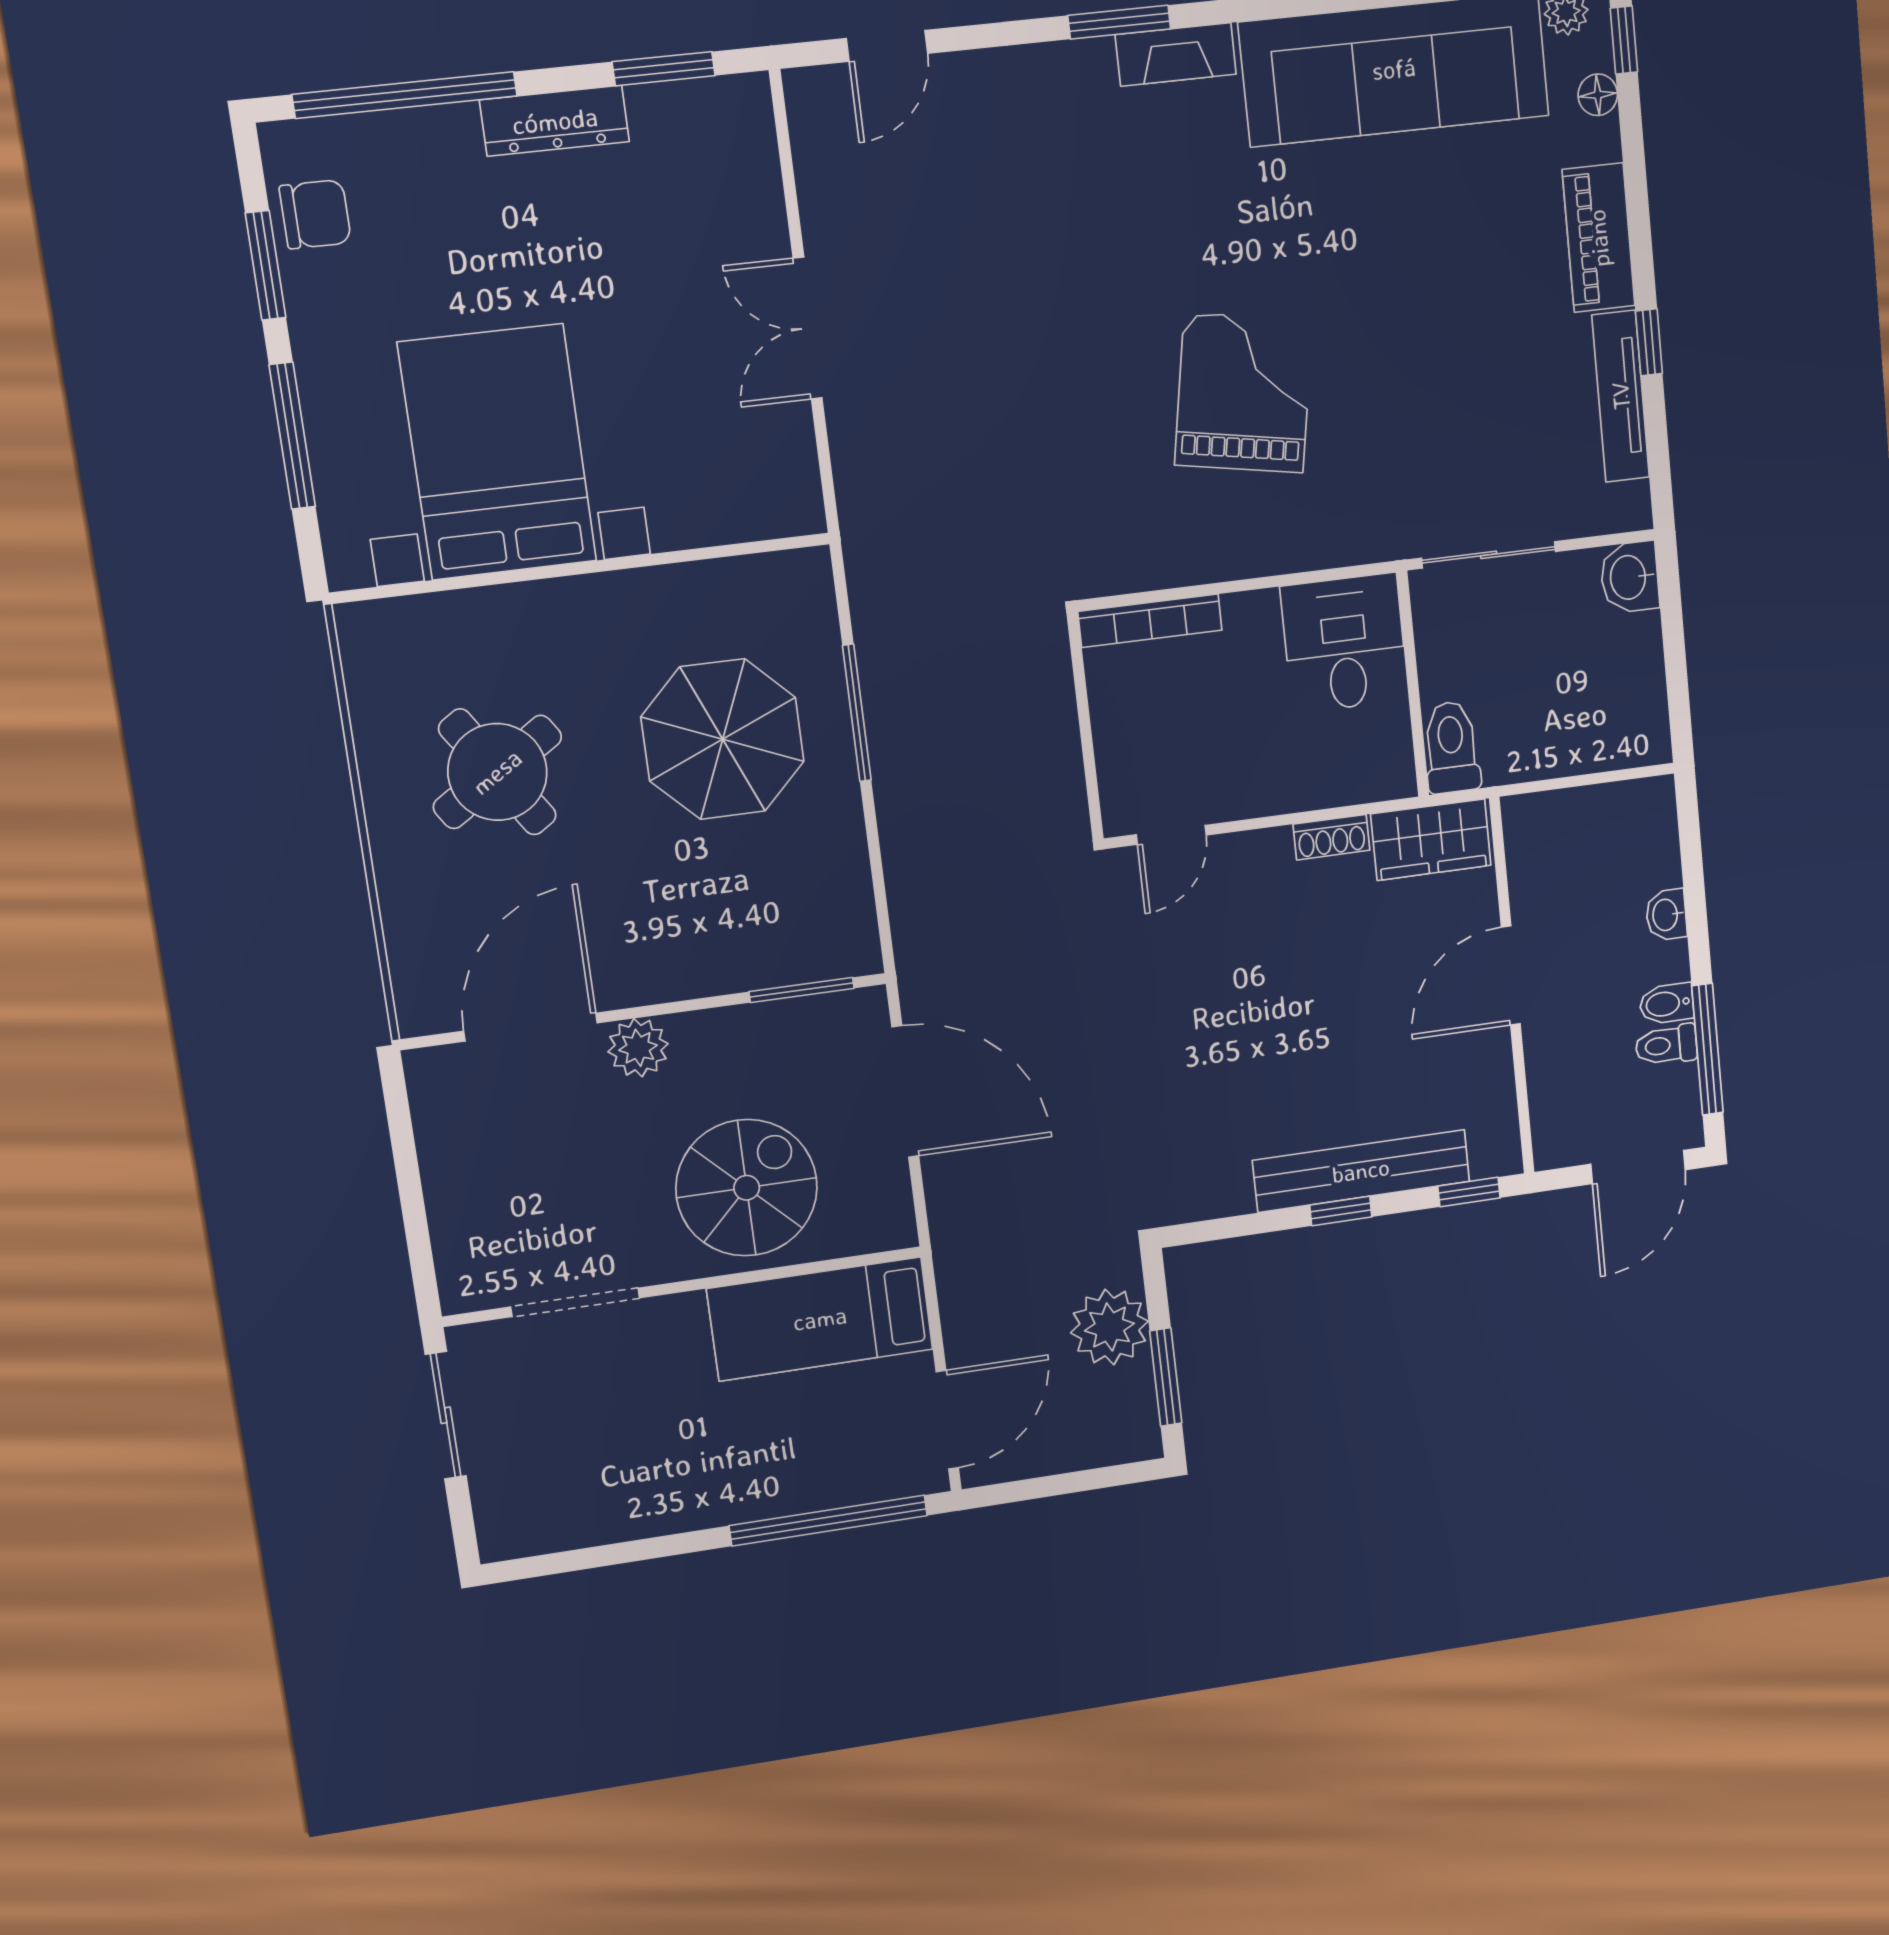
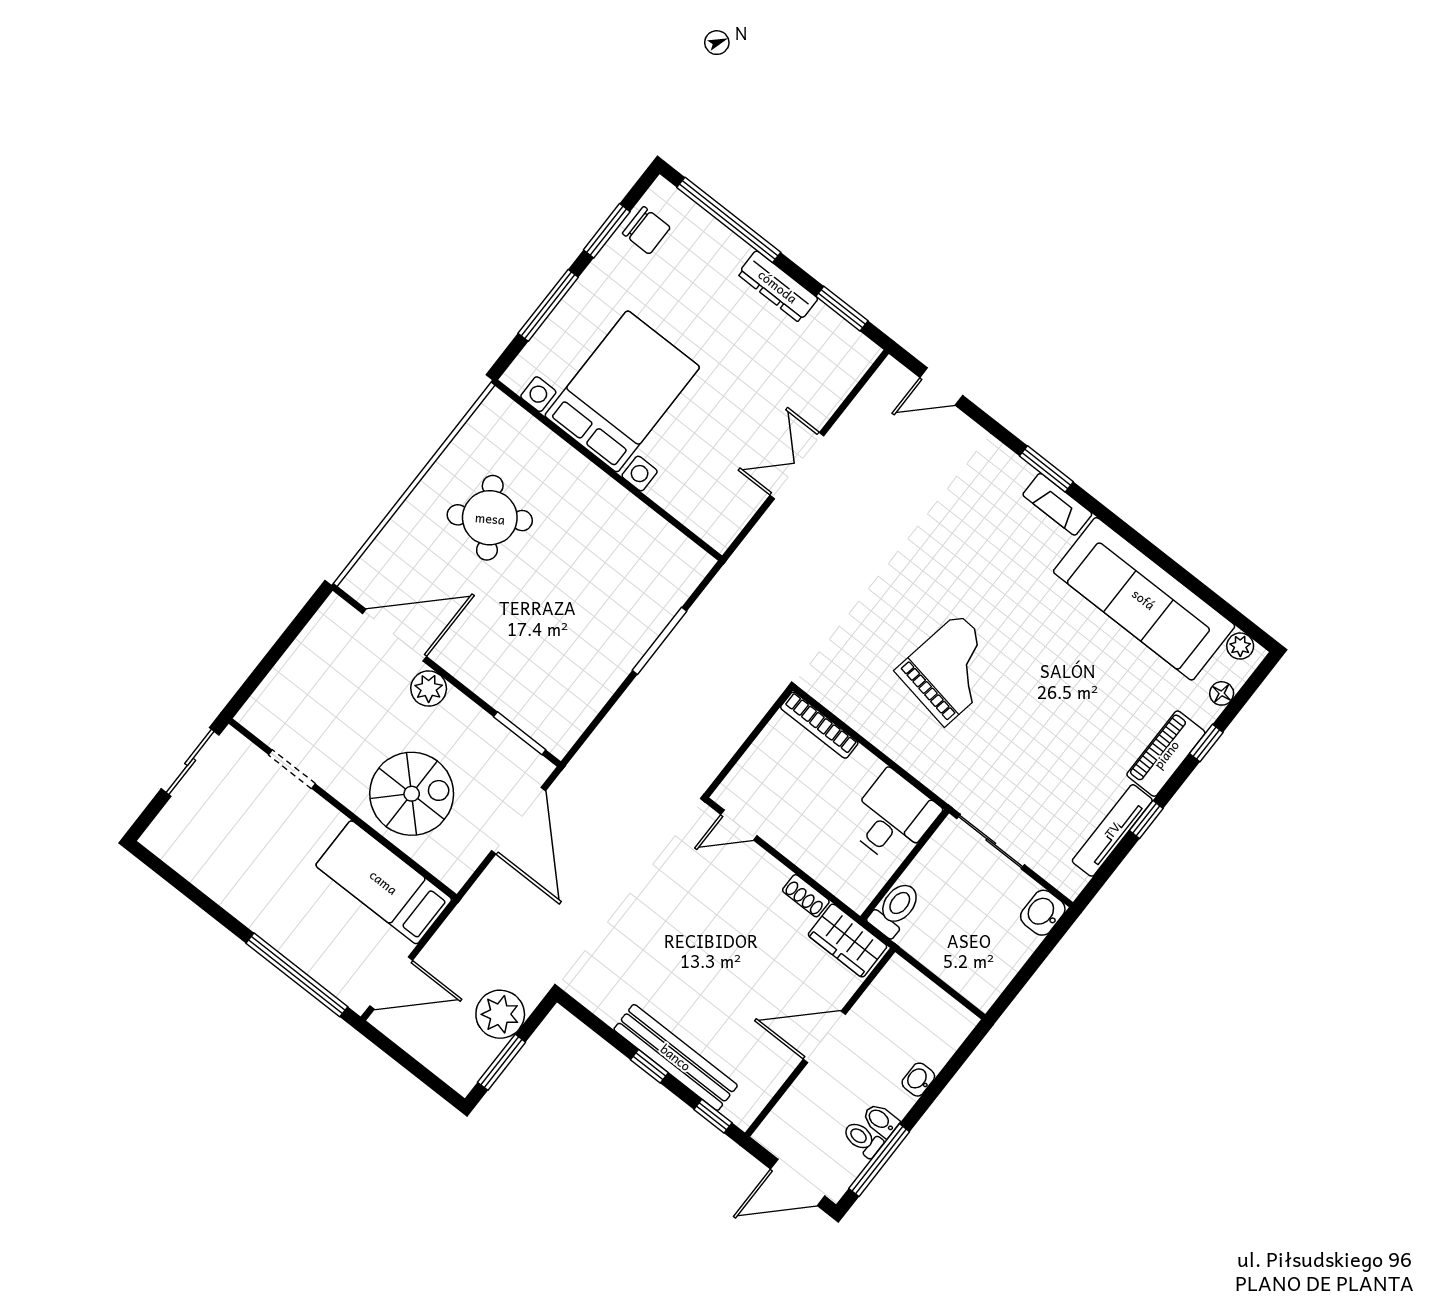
window: (1624, 40) -> (1206, 743), moved
parasol: (723, 739) -> (594, 596), removed
doorway: (575, 1302) -> (292, 769), width x0.73

